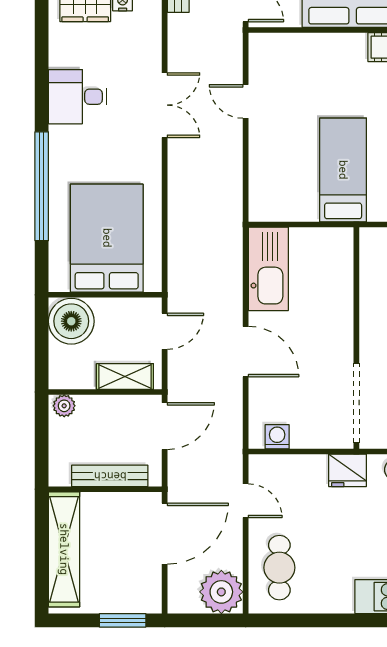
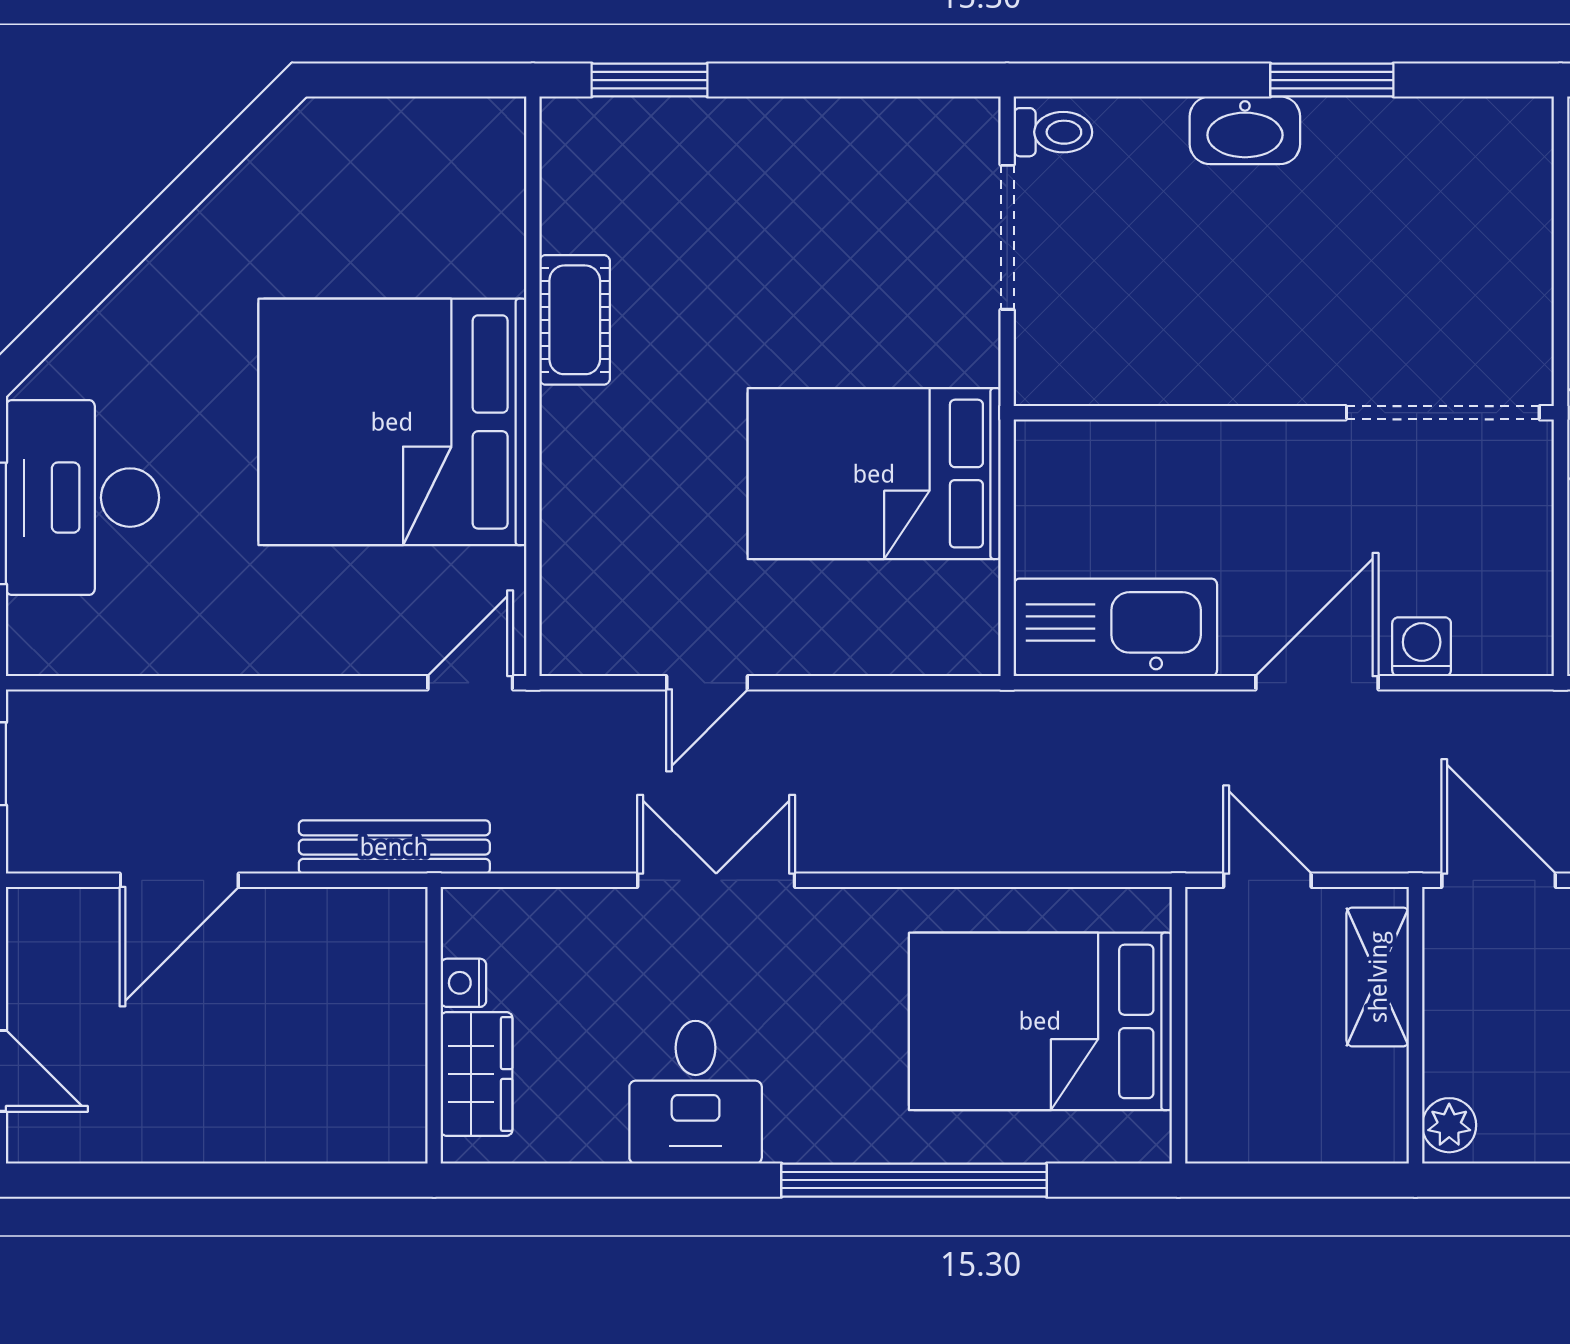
bed: (343, 170) -> (874, 474), width x1.50
boiler: (71, 321) -> (1243, 1108), removed
washing machine: (277, 437) -> (1422, 647), moved, turned 90

